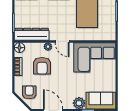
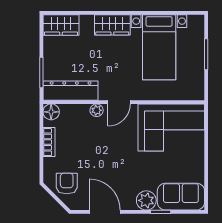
door: (62, 41) -> (119, 102), hinge flipped
armchair: (42, 66) -> (87, 141), removed

